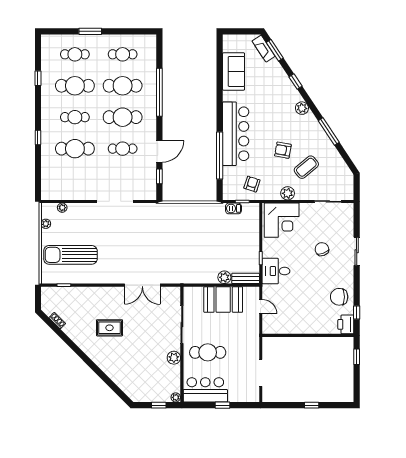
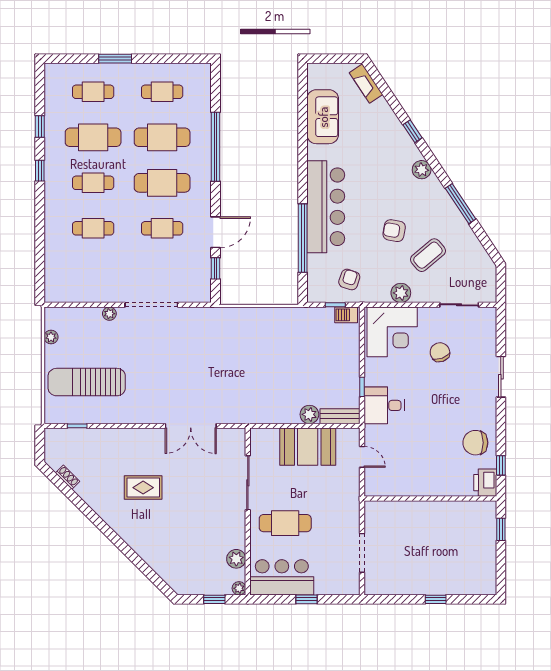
window: (275, 50) -> (382, 86), removed
window: (38, 138) -> (40, 171), moved
cafe table: (75, 149) -> (93, 228), width x0.73, depth x0.74
plant: (62, 208) -> (109, 314), moved
barbecue: (233, 208) -> (346, 315), moved
chair: (322, 249) -> (440, 352), moved
plant: (174, 358) -> (236, 559), moved

